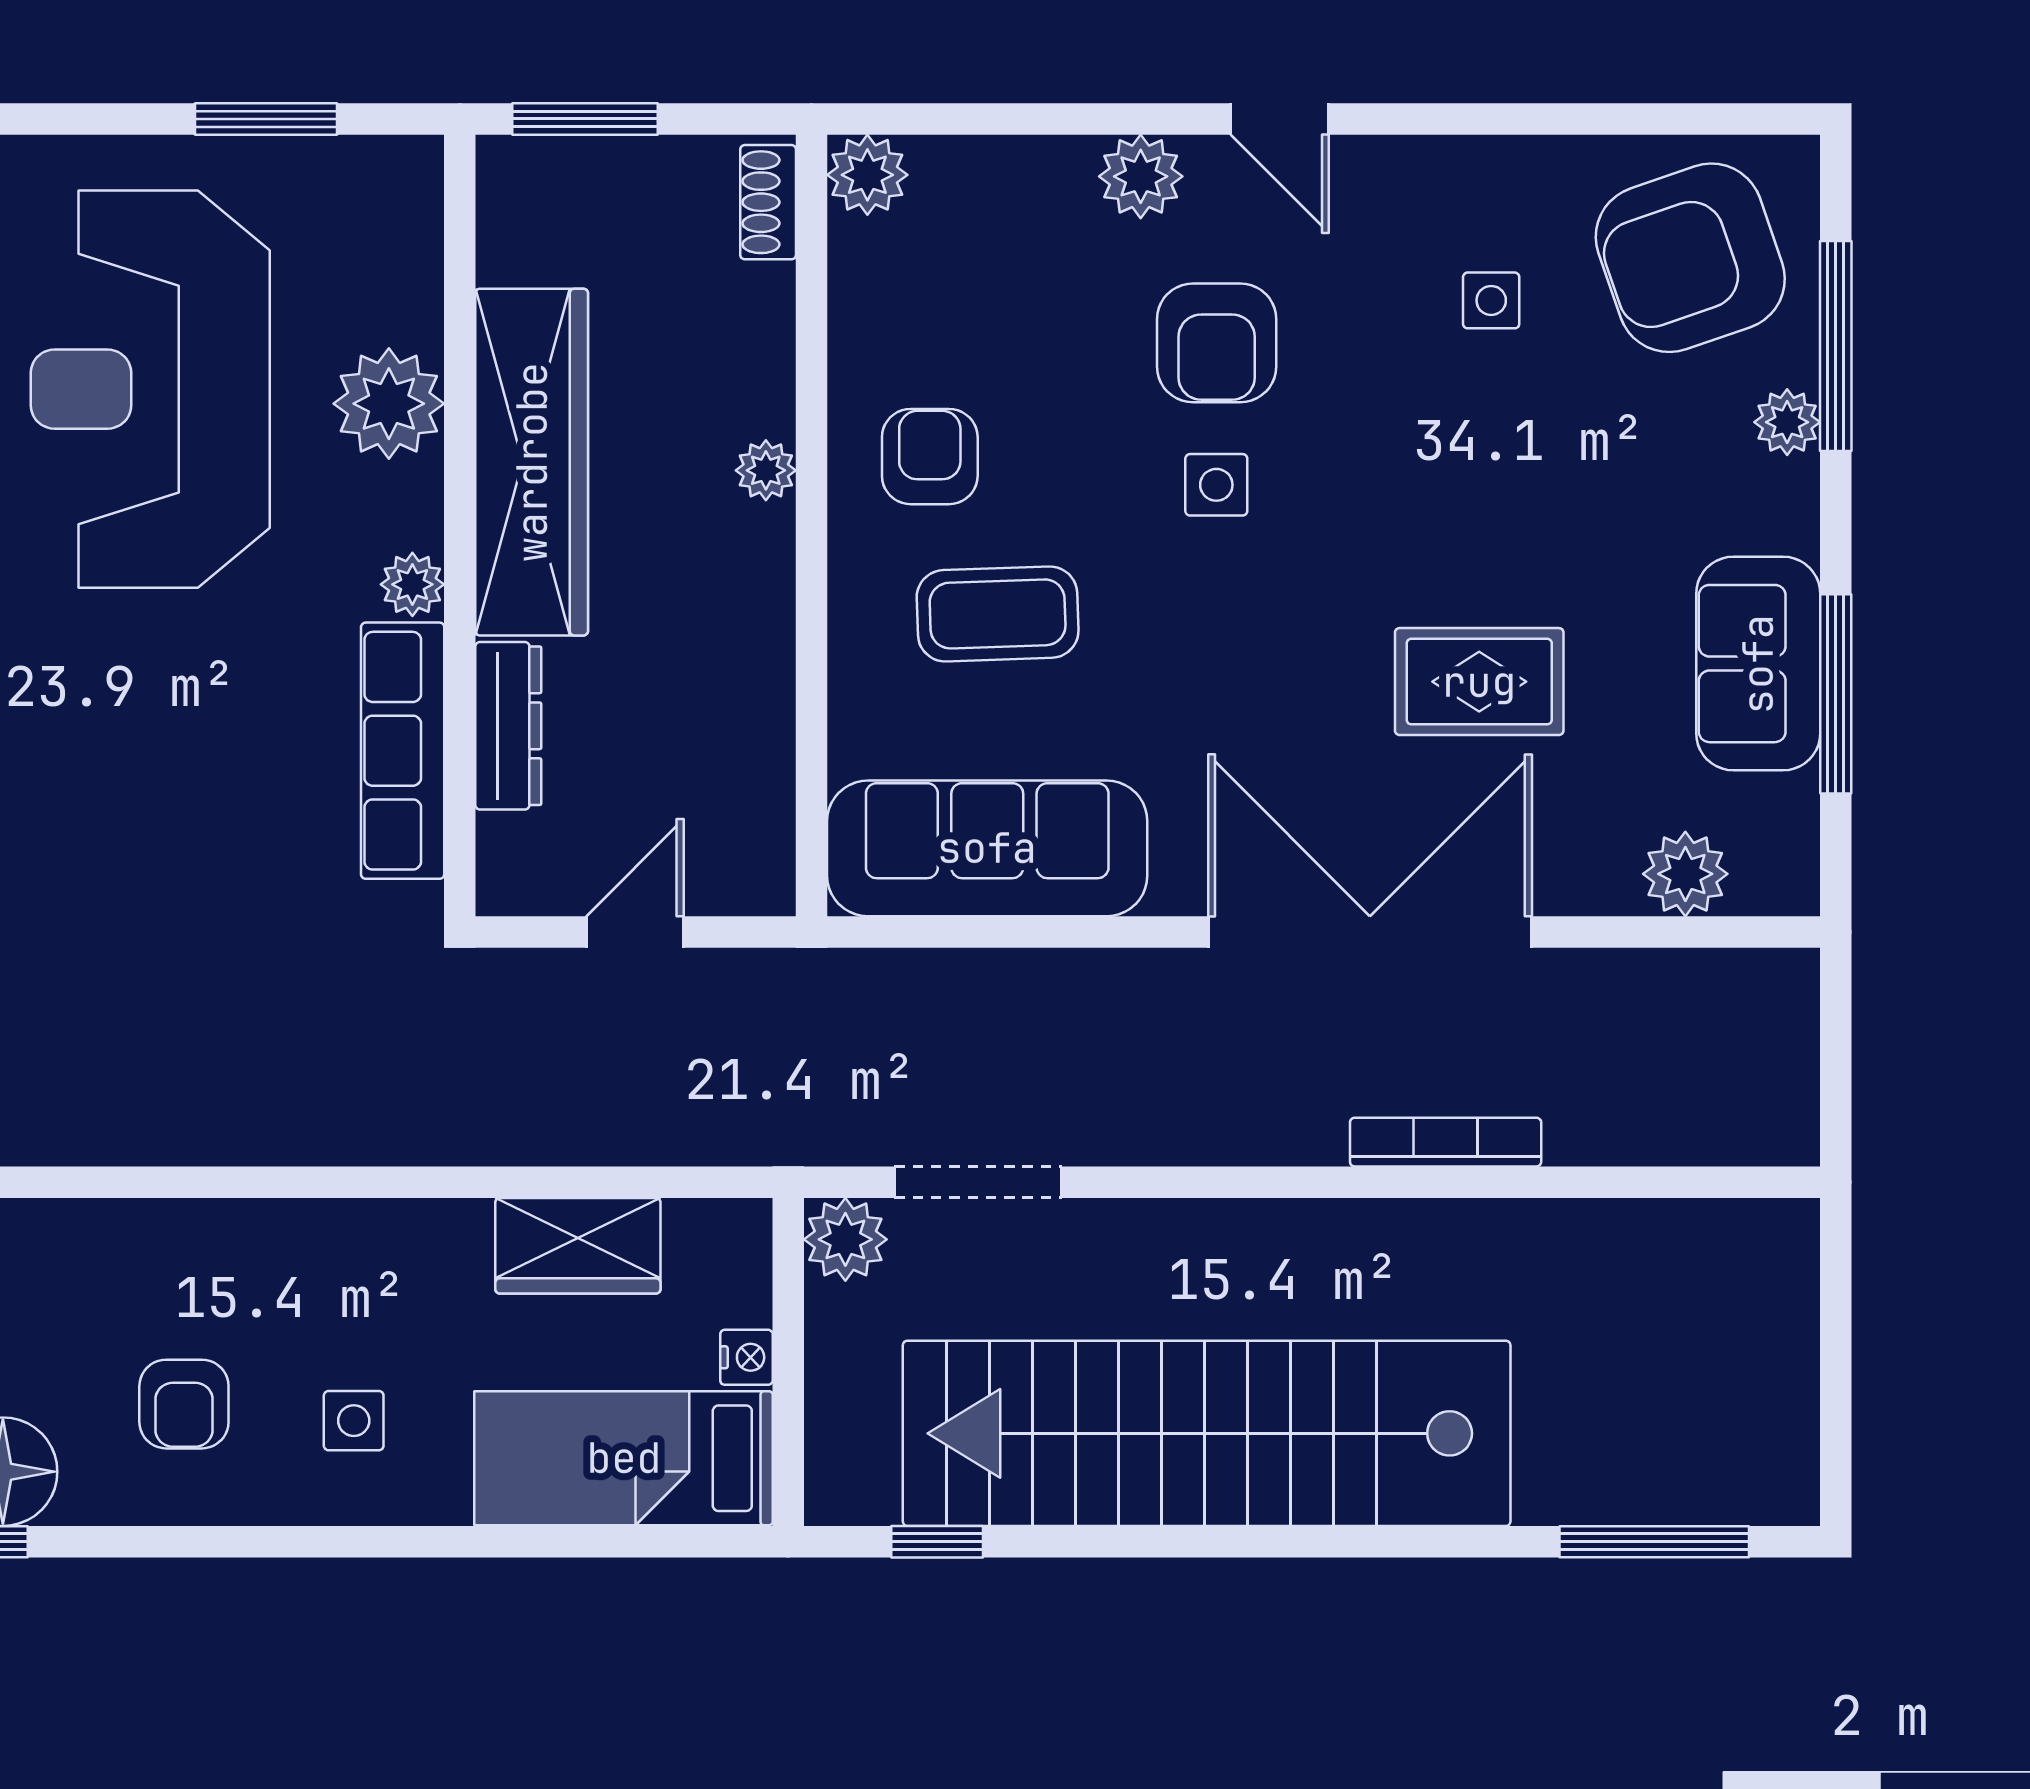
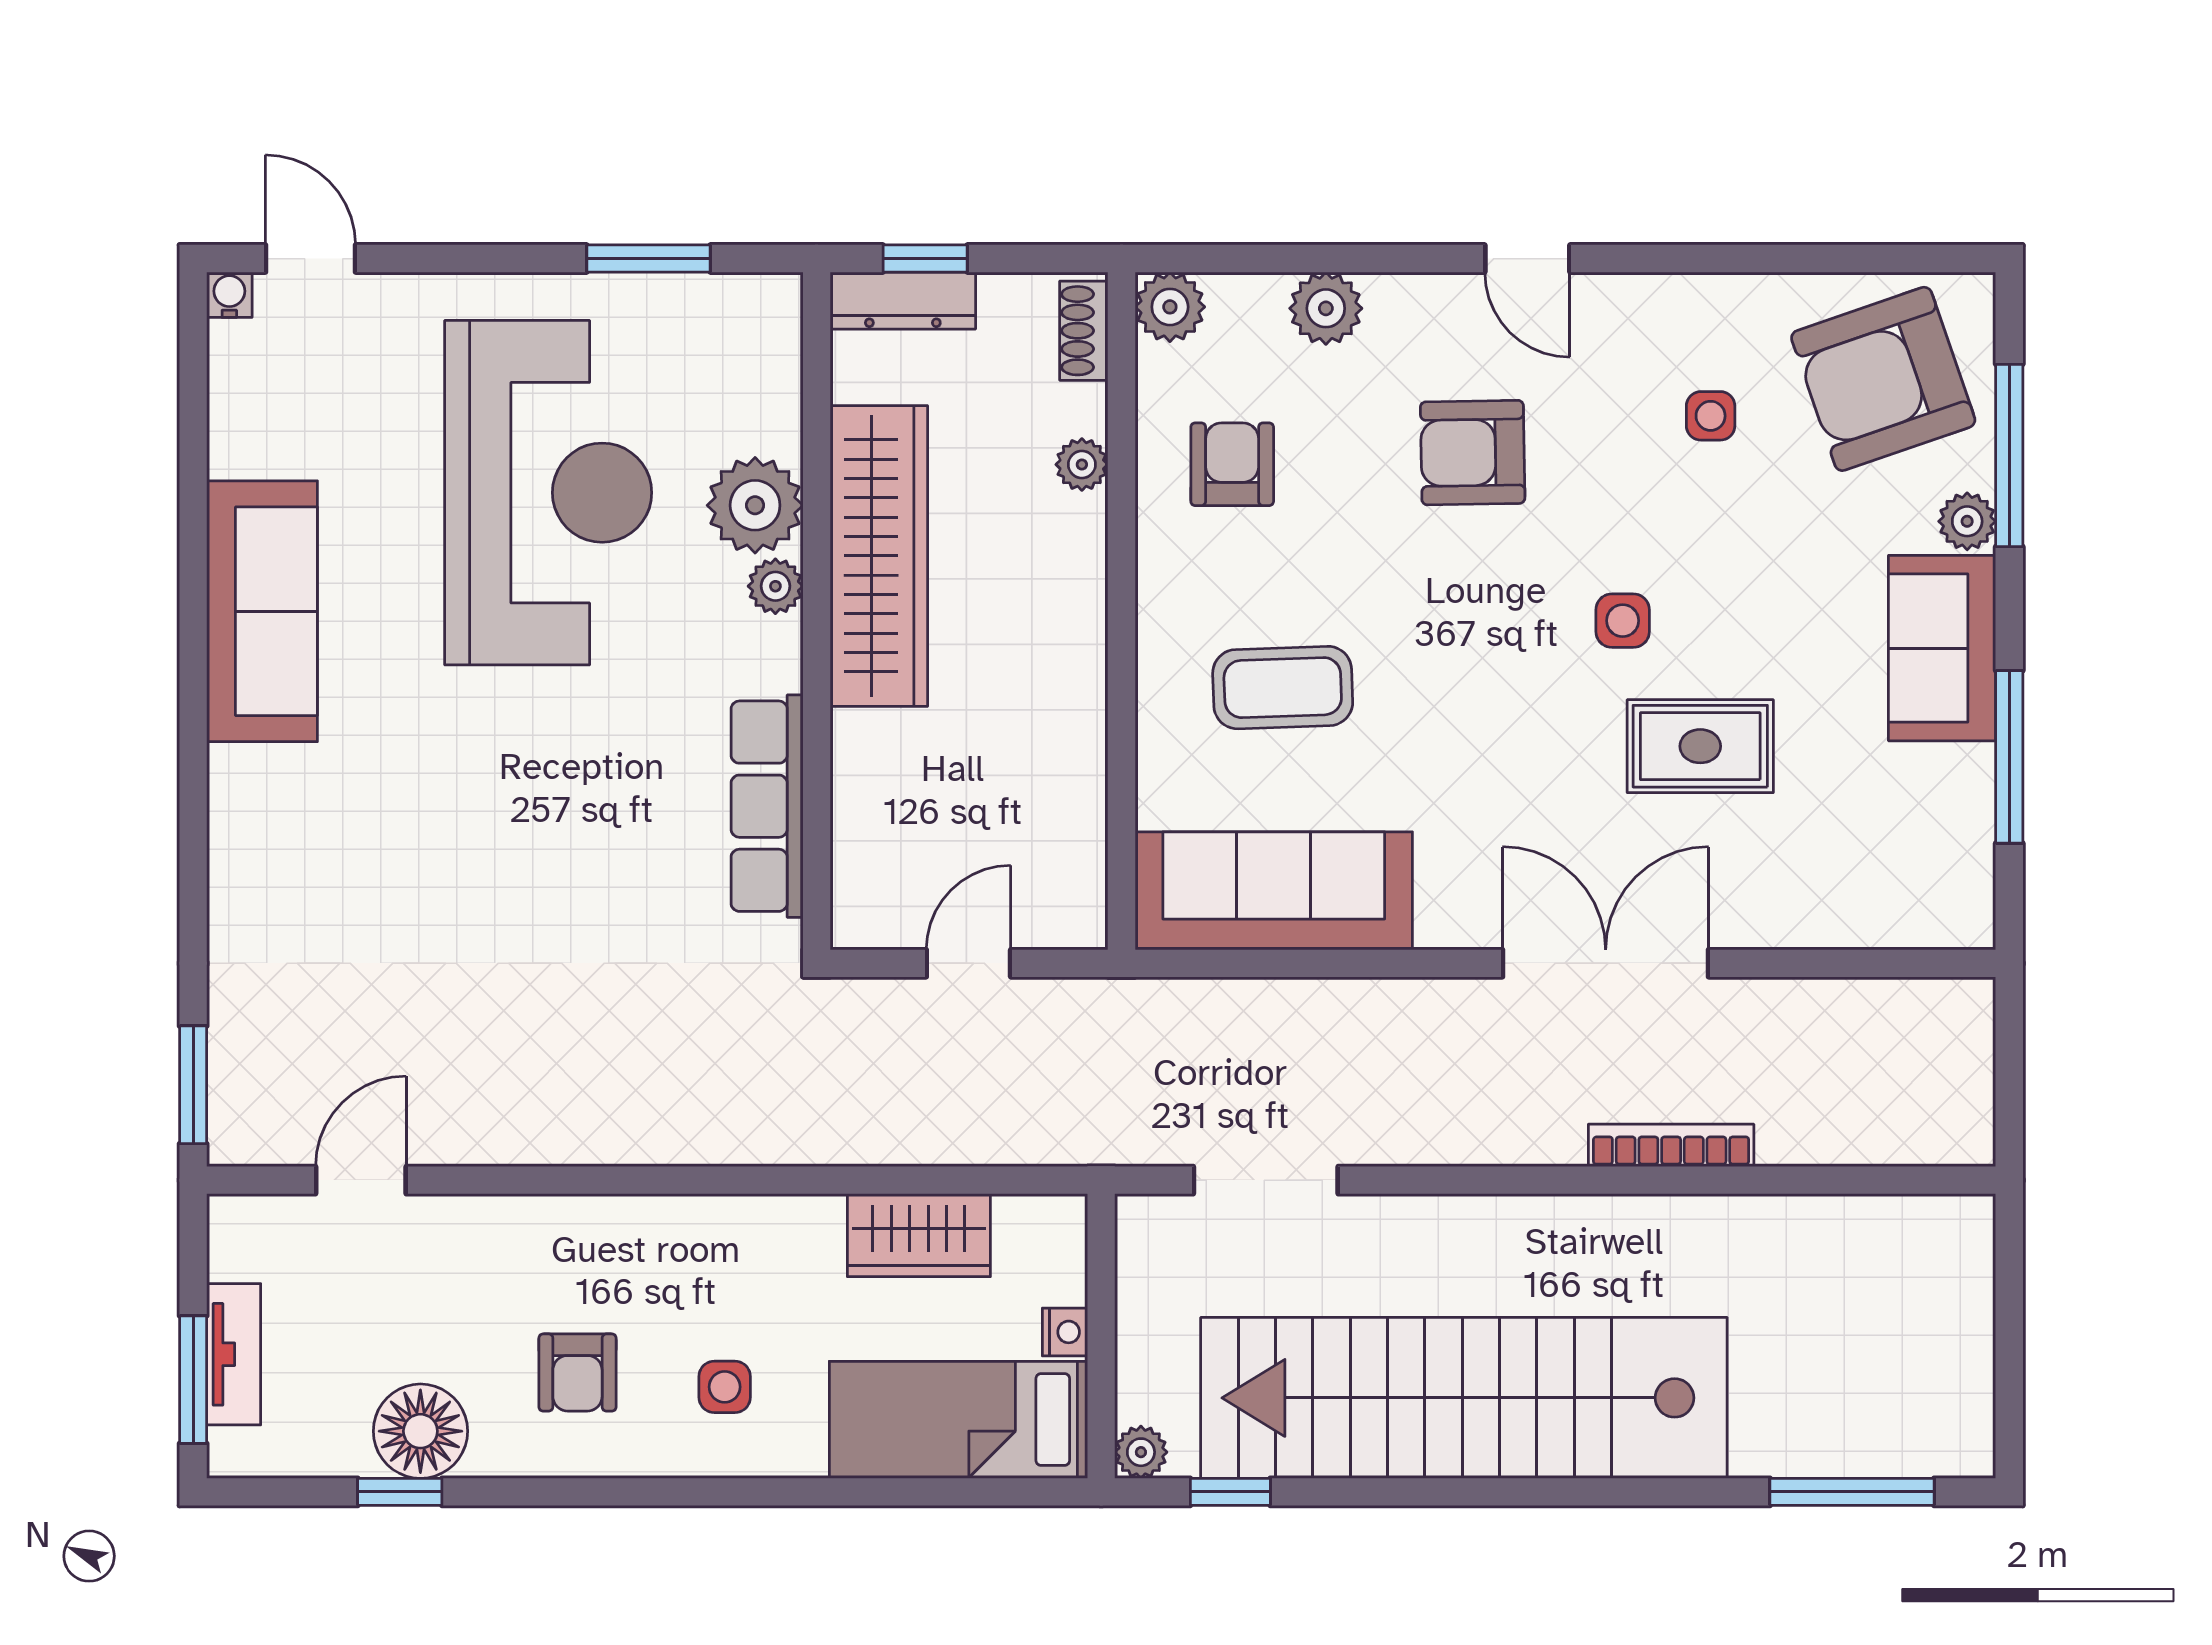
window: (585, 119) -> (925, 259), width x0.67
plant: (1141, 176) -> (1326, 308), moved
armchair: (1217, 343) -> (1473, 453), turned 89
reception desk: (150, 389) -> (548, 493), turned 180
armchair: (930, 457) -> (1232, 464), moved
plant: (766, 470) -> (1082, 464), moved
side table: (1216, 485) -> (1623, 621), moved
plant: (412, 584) -> (775, 586), moved
sofa: (1758, 664) -> (1942, 648), moved
dresser: (508, 726) -> (903, 301), moved, turned 90
plant: (1685, 874) -> (1879, 913), removed
double door: (1370, 932) -> (1606, 963), width x0.73
plant: (845, 1239) -> (1141, 1452), moved, width x0.73, depth x0.73

